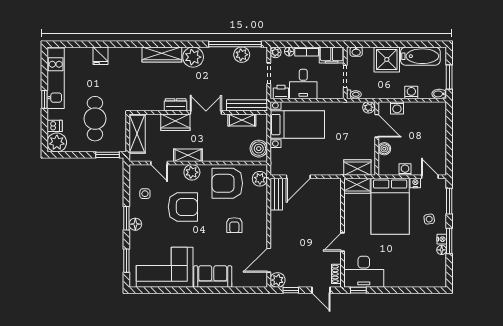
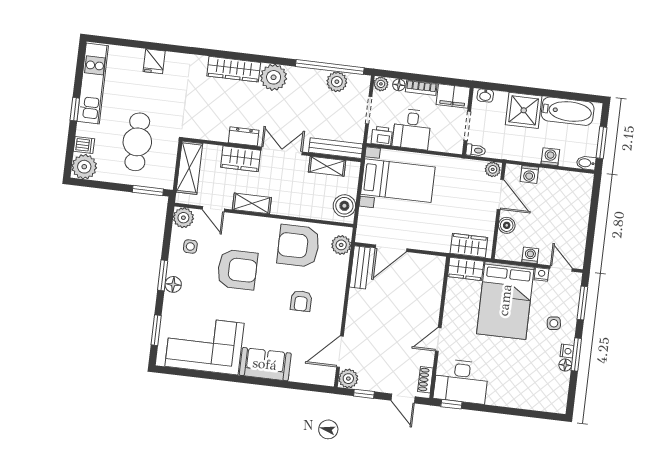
plant: (192, 172) -> (183, 218), moved

